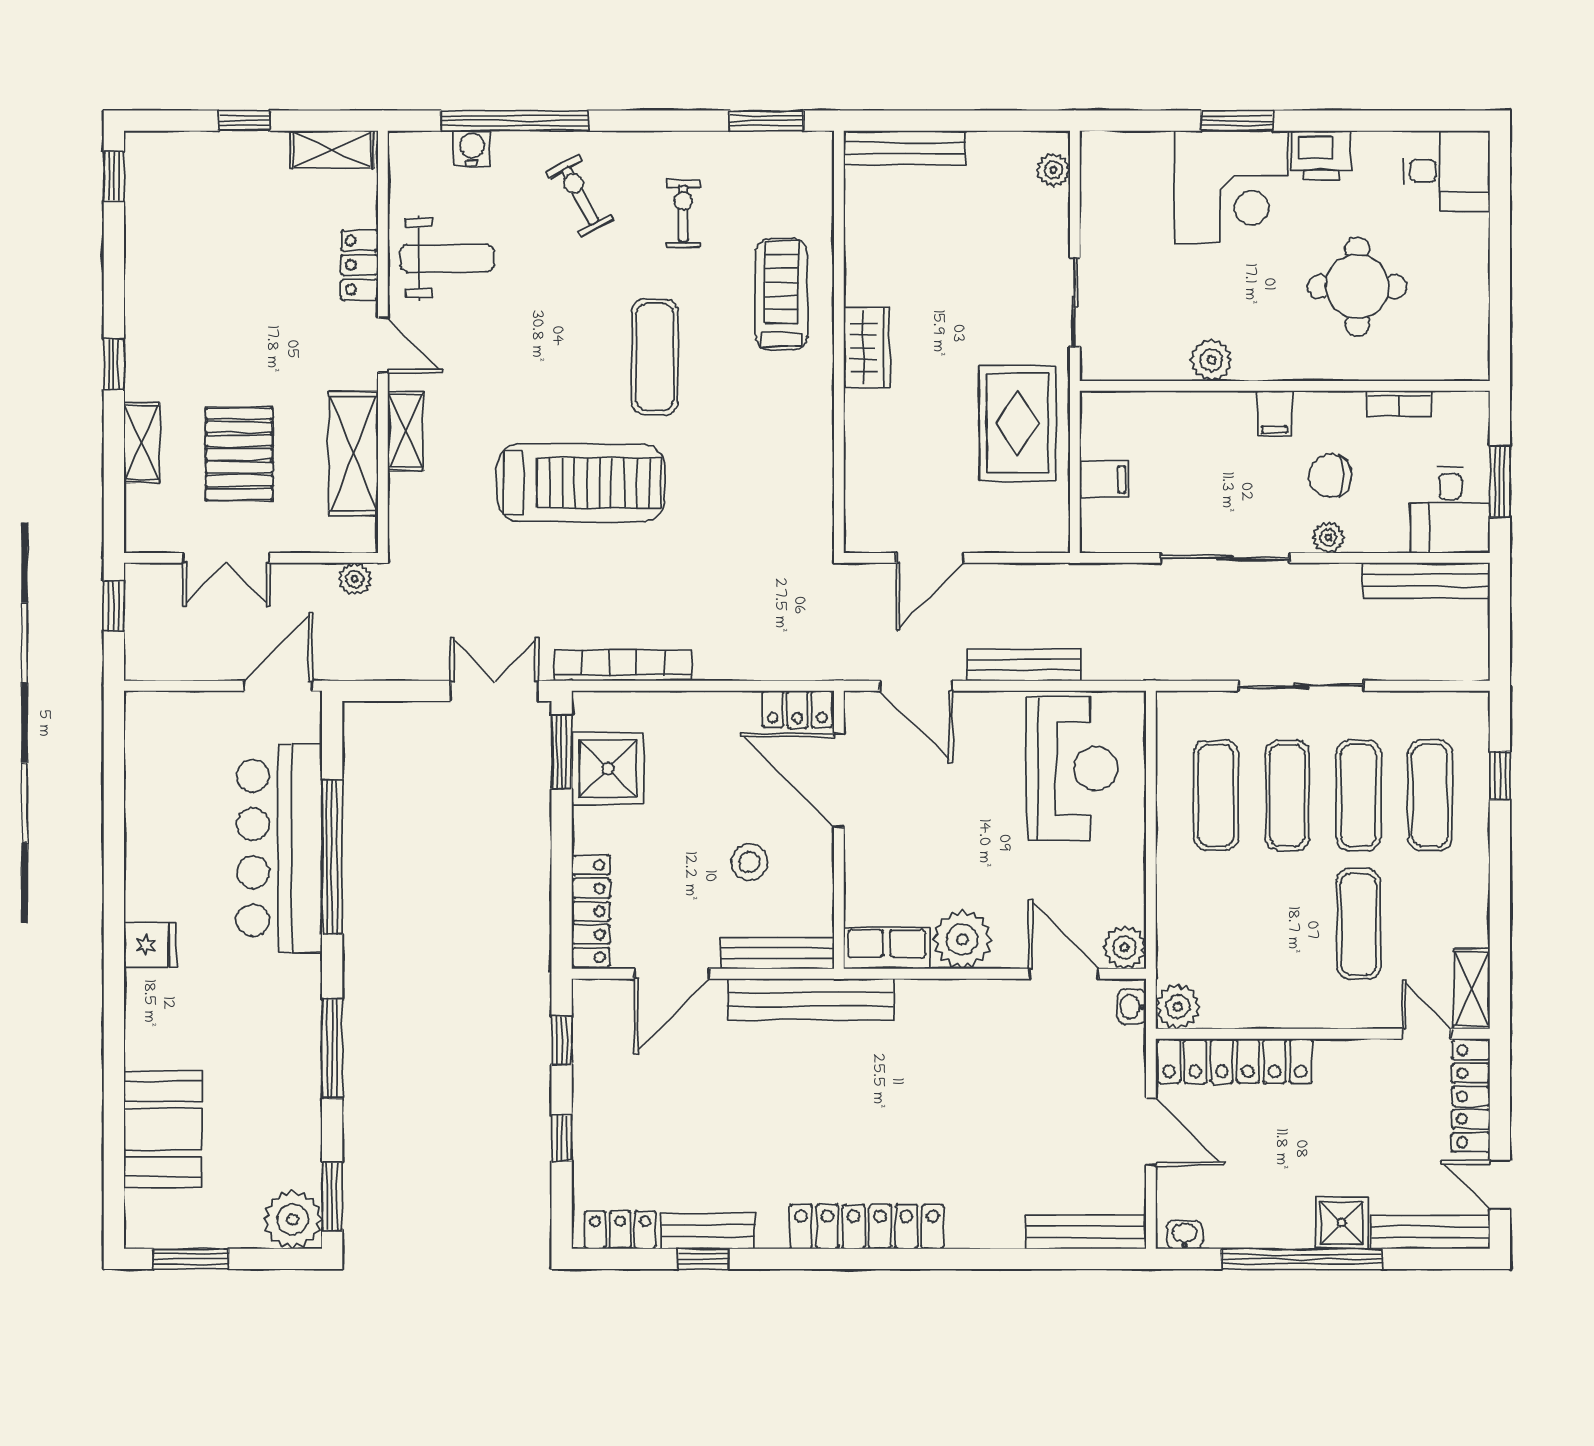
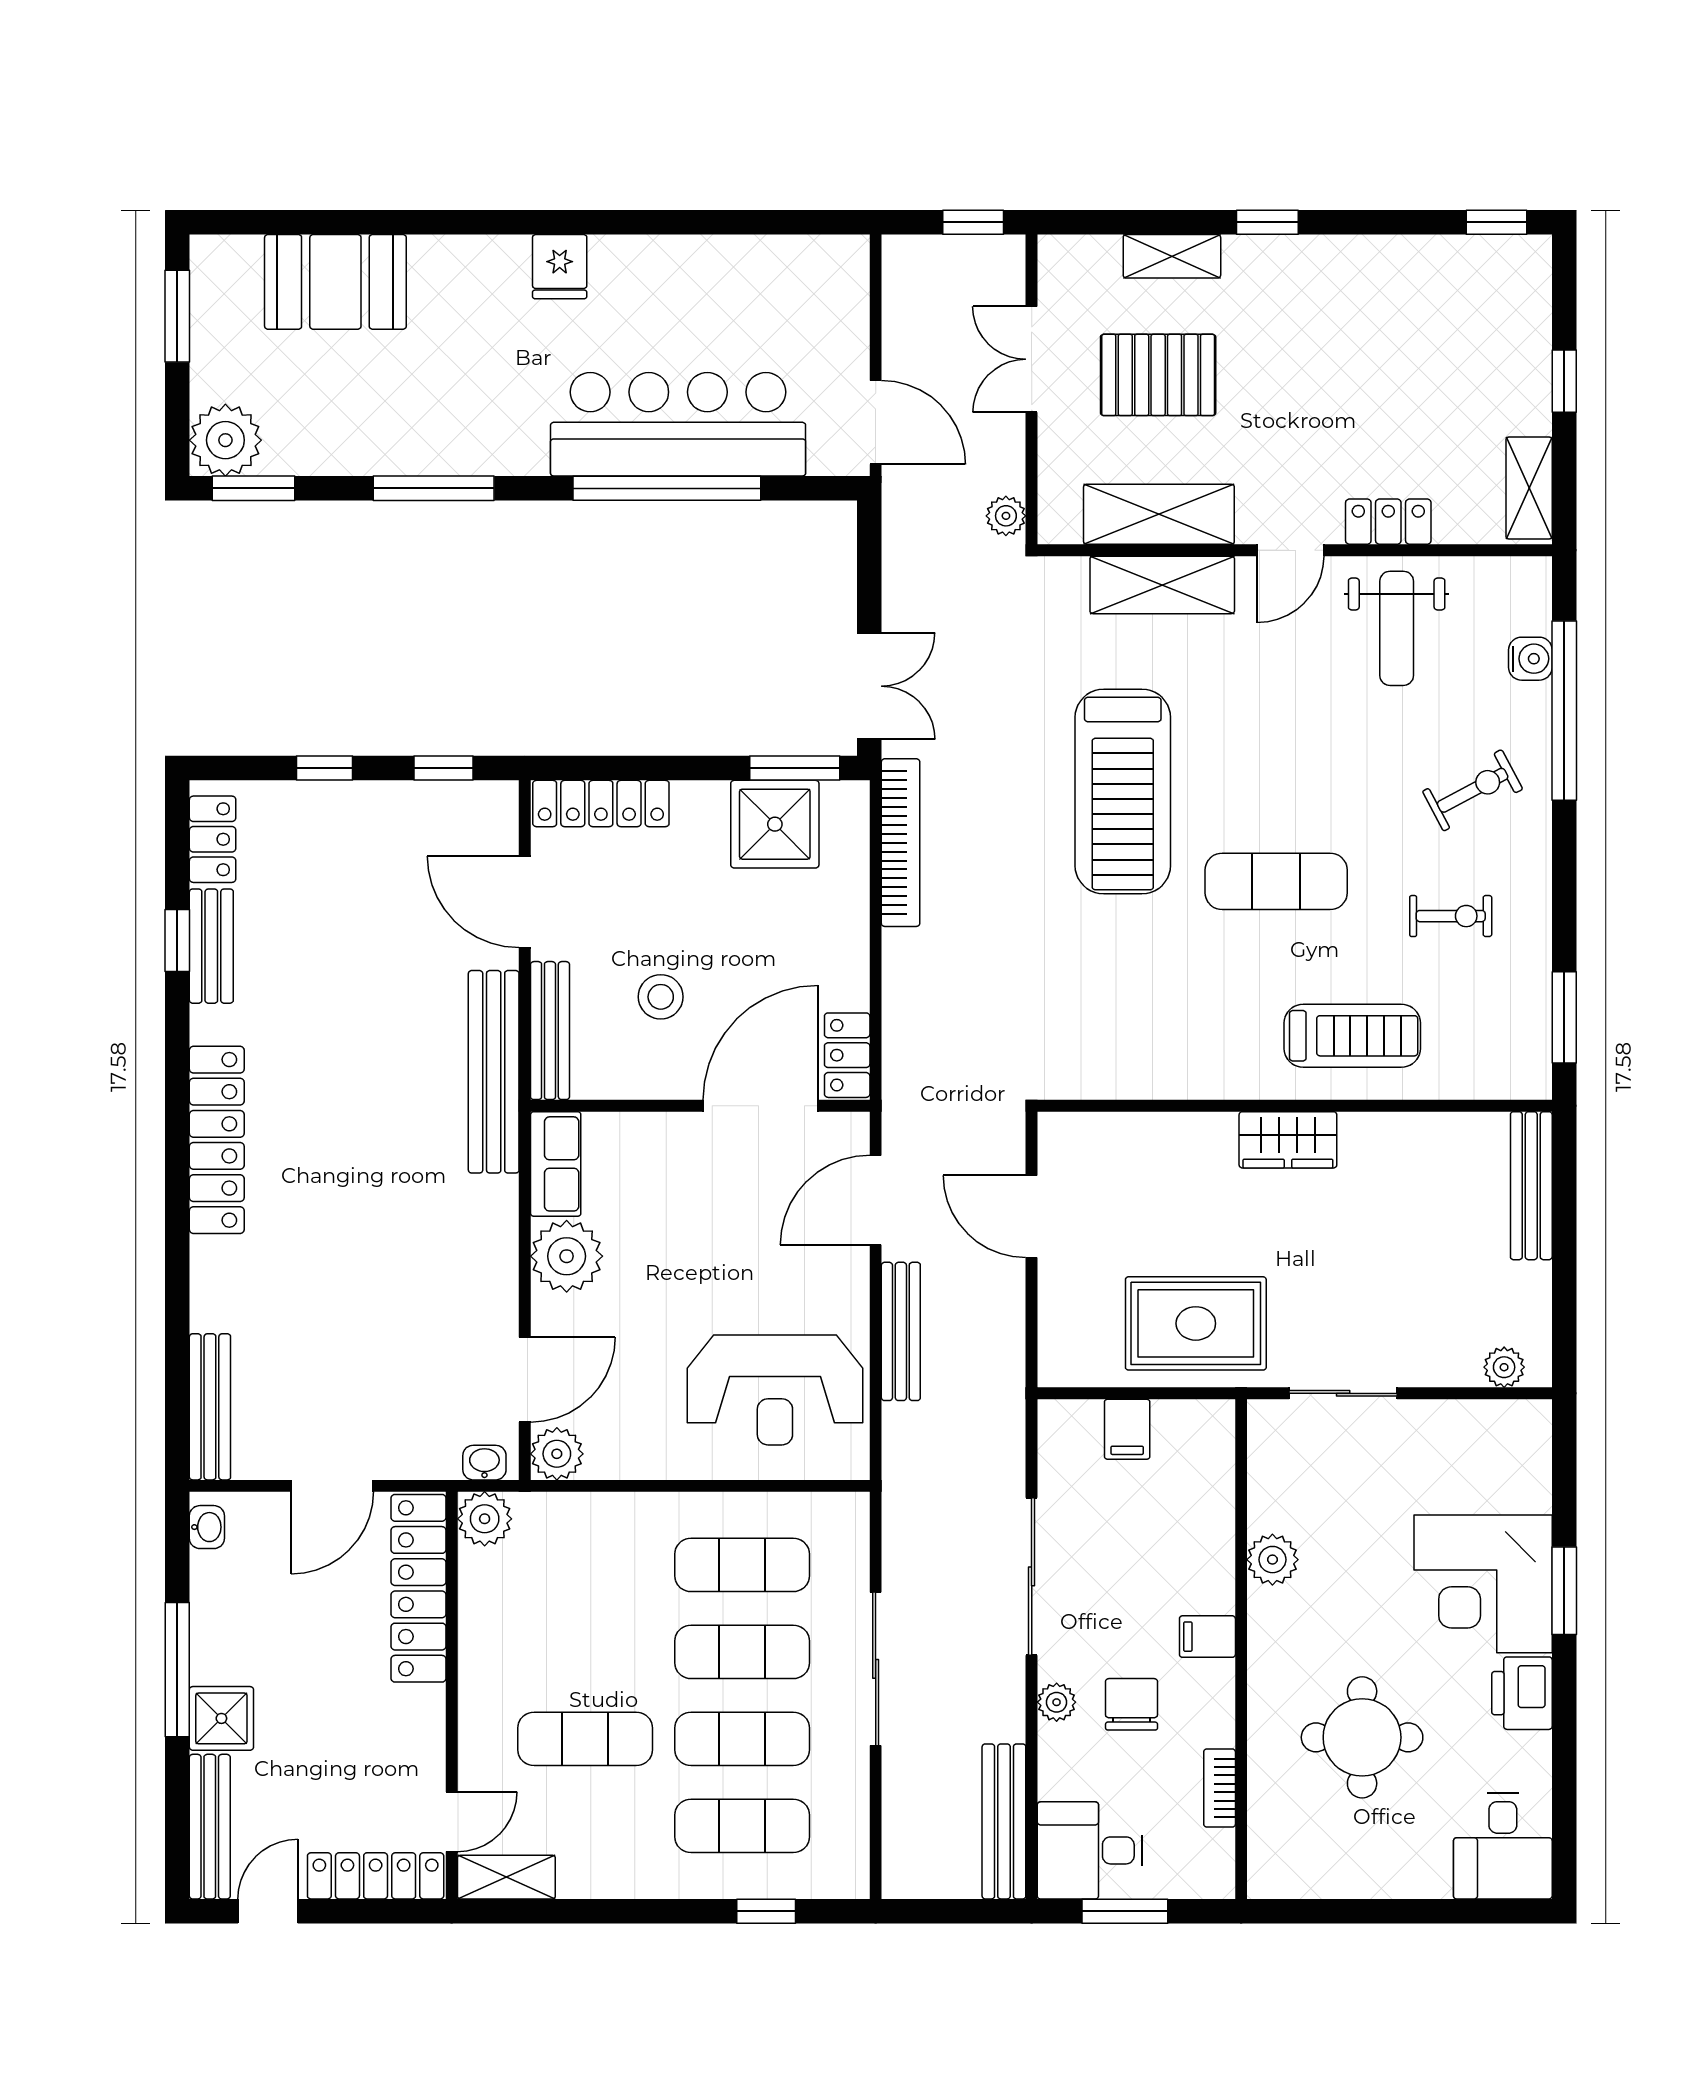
shelving: (405, 431) -> (1162, 585), width x1.50, depth x1.33
window: (1302, 1259) -> (177, 1670), width x0.68

